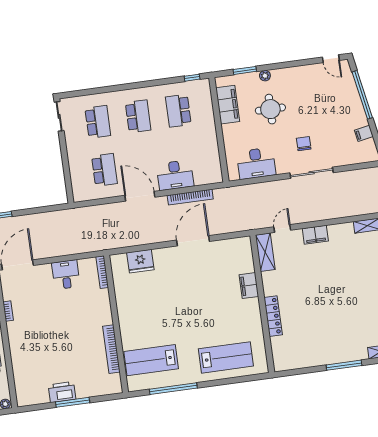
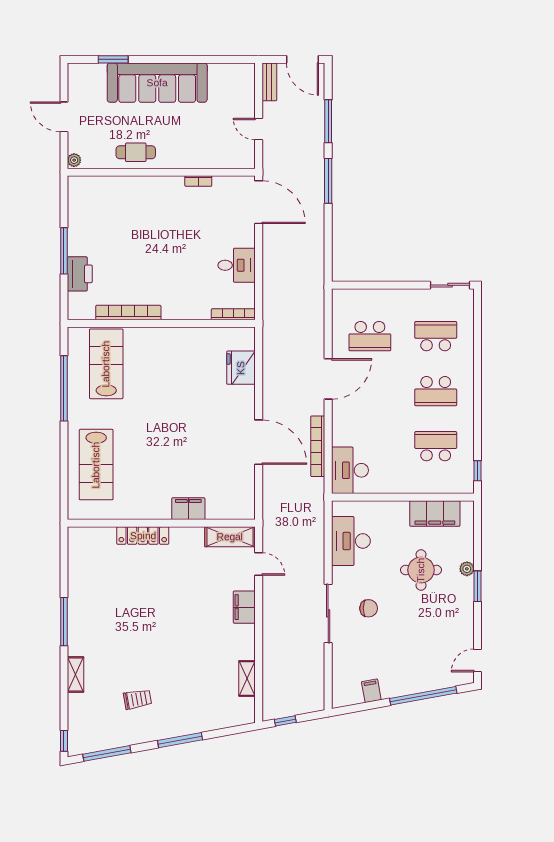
window: (245, 70) -> (478, 586), moved
school desk: (98, 122) -> (436, 336), turned 180
desk: (175, 175) -> (350, 470), moved
printer: (62, 392) -> (80, 274), moved

